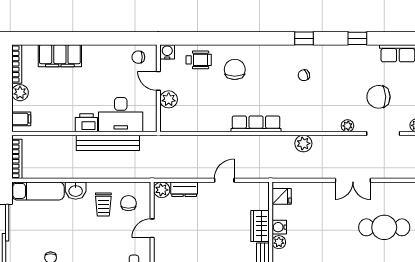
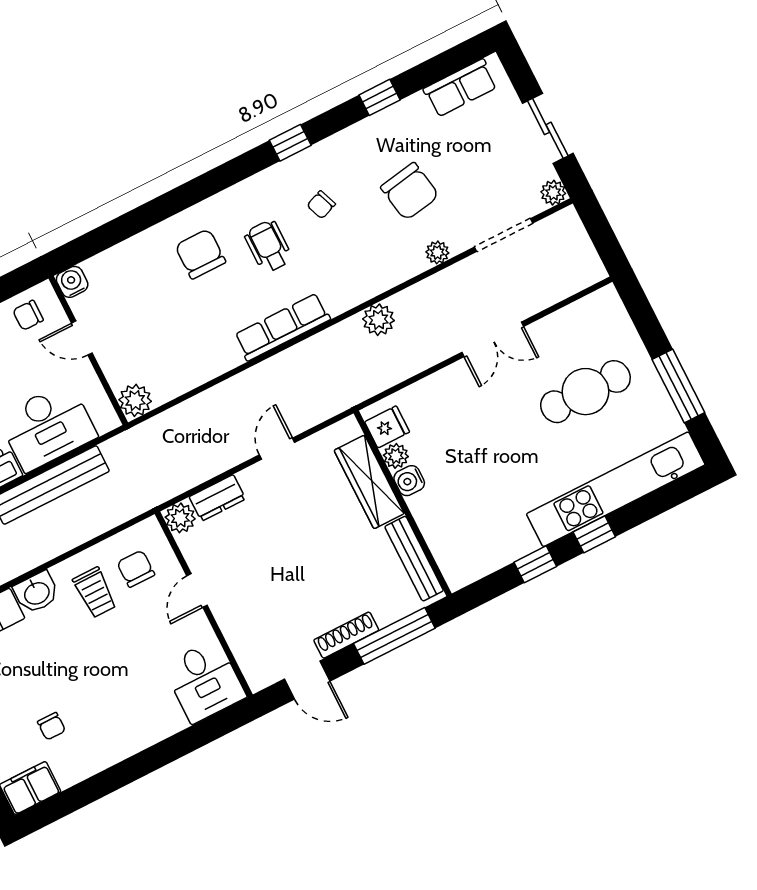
wheelchair: (199, 60) -> (268, 246), moved, turned -90
chair: (378, 97) -> (410, 191), moved, turned -98
plant: (169, 99) -> (135, 400), moved
wardrobe: (260, 226) -> (369, 482), width x1.50
plant: (279, 242) -> (396, 456), moved

